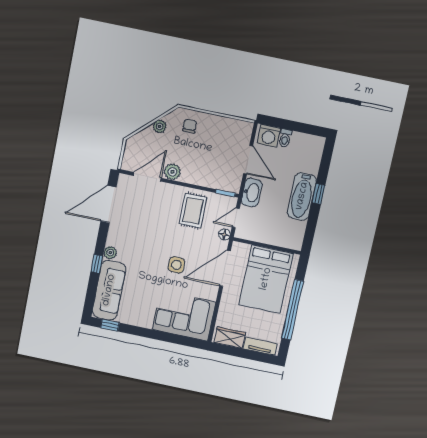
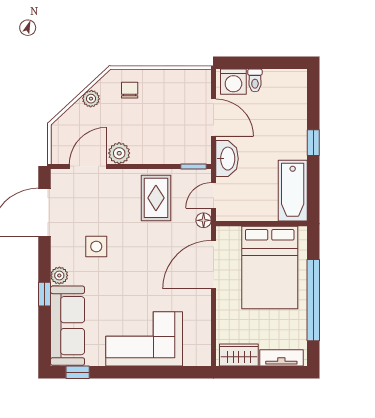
bathtub: (302, 196) -> (293, 191), moved
side table: (176, 265) -> (96, 246), moved
corner sofa: (184, 316) -> (144, 339), moved

